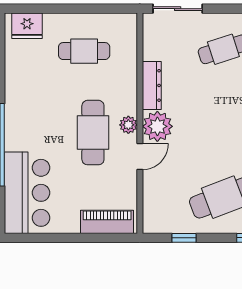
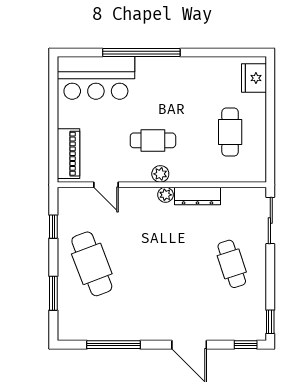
plant: (157, 126) -> (165, 195), width x0.53, depth x0.53
cafe table: (93, 133) -> (153, 140), width x0.73, depth x0.74
door: (140, 157) -> (106, 185), moved

